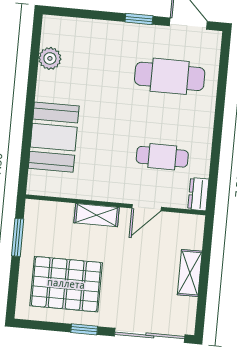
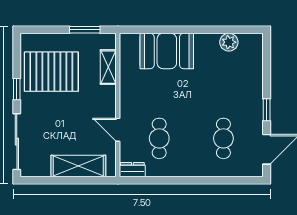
cafe table: (170, 76) -> (223, 138), width x0.73, depth x0.74
shelving: (97, 215) -> (108, 67), moved
shelving: (190, 273) -> (78, 166), width x1.50, depth x1.33
pallet: (66, 284) -> (51, 72), turned 90

